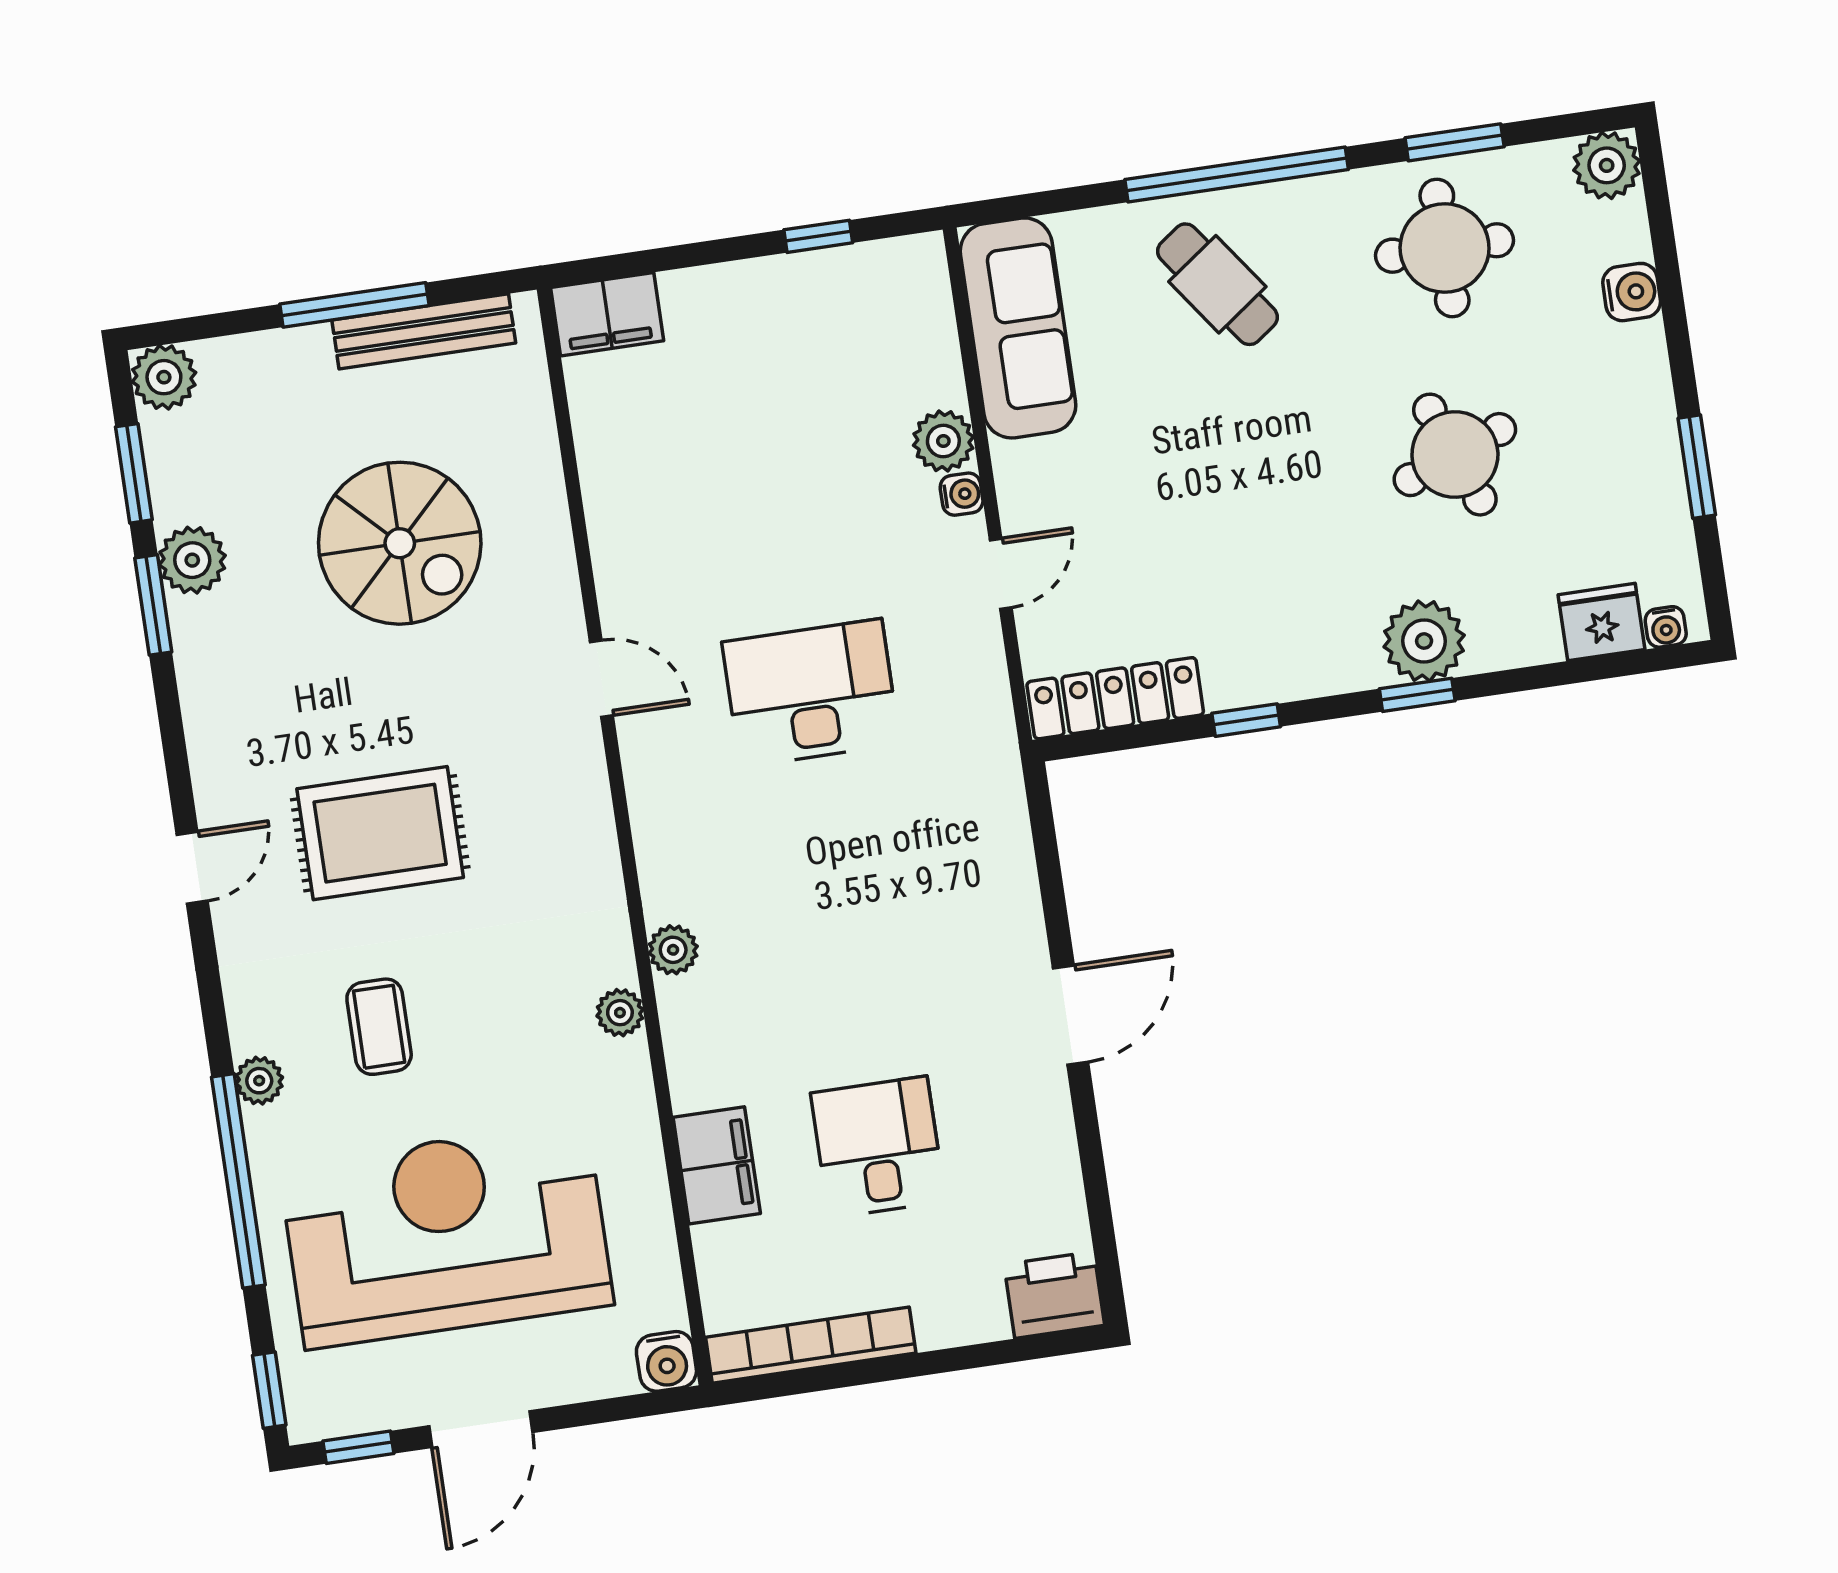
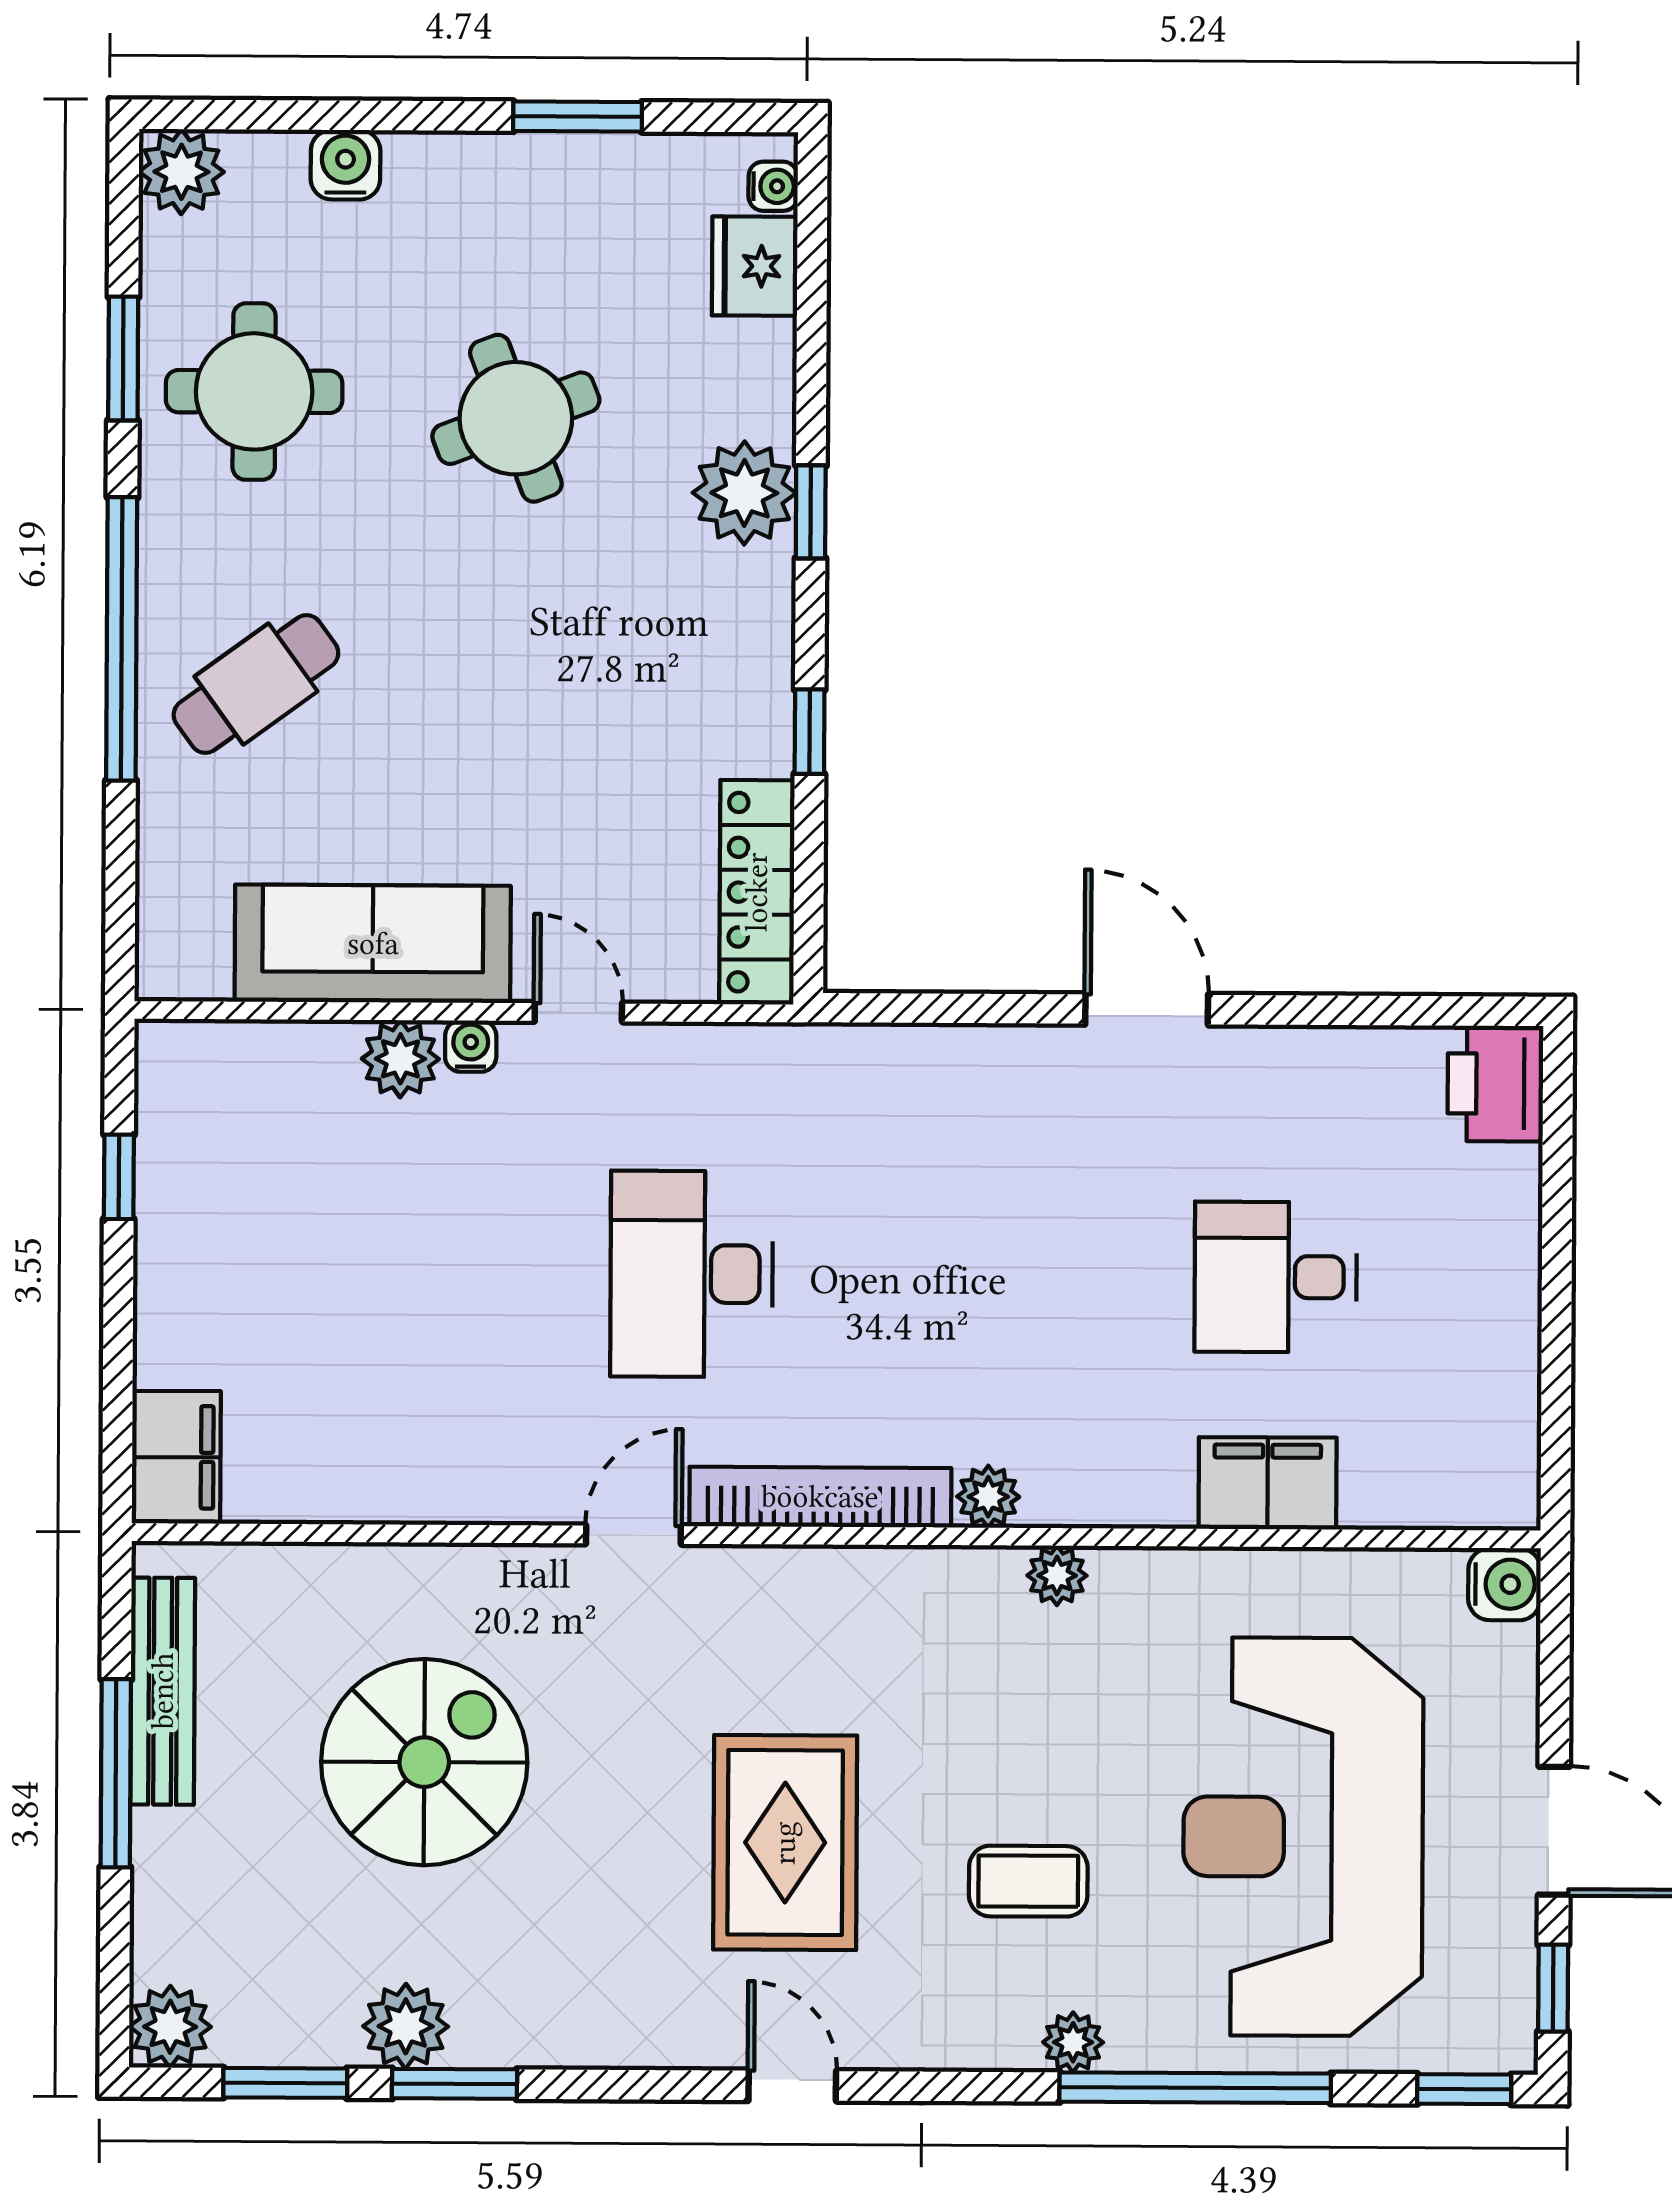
sofa: (1018, 328) -> (373, 944), moved
bookcase: (811, 1345) -> (820, 1497), moved, turned 90

